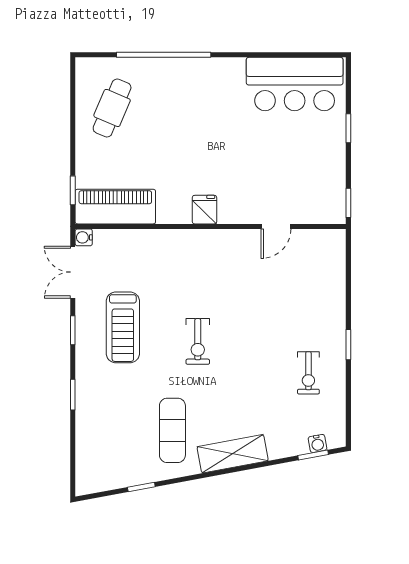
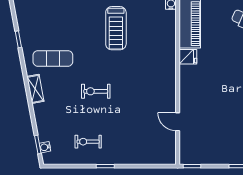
fridge: (204, 210) -> (188, 57), moved
treadmill: (123, 327) -> (116, 28), turned -90
exercise bike: (198, 341) -> (96, 91), moved
shelving: (233, 454) -> (35, 89), width x0.67, depth x0.75

